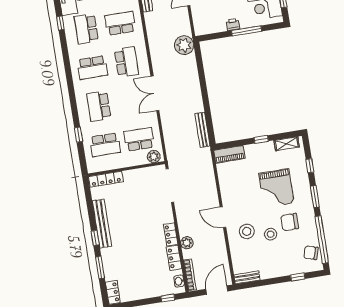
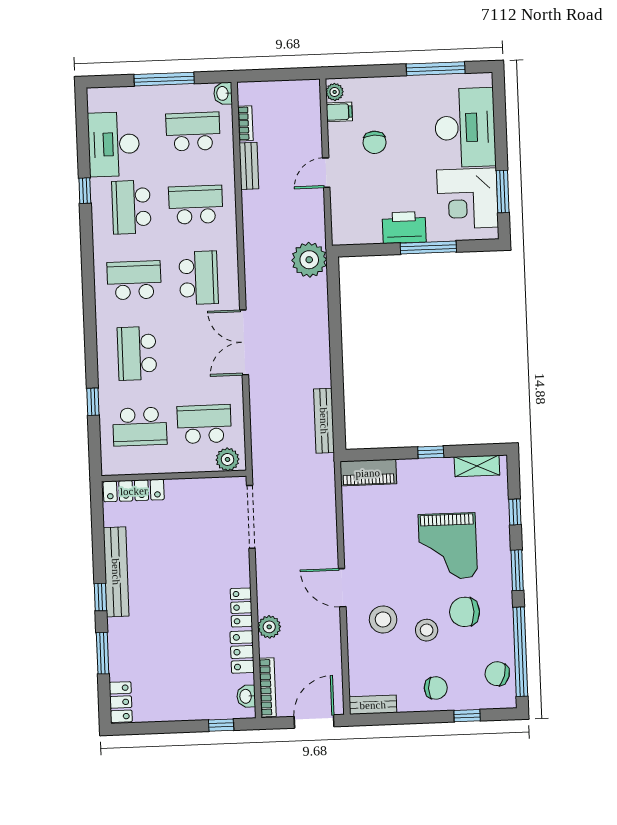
printer: (233, 24) -> (404, 227), width x1.87, depth x1.48
school desk: (92, 67) -> (134, 280), turned 180
chair: (279, 264) -> (436, 688), added

